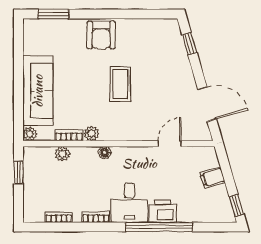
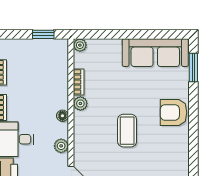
coffee table: (120, 84) -> (127, 131), turned 90
sofa: (38, 91) -> (155, 53), moved
plant: (62, 154) -> (61, 146), moved

